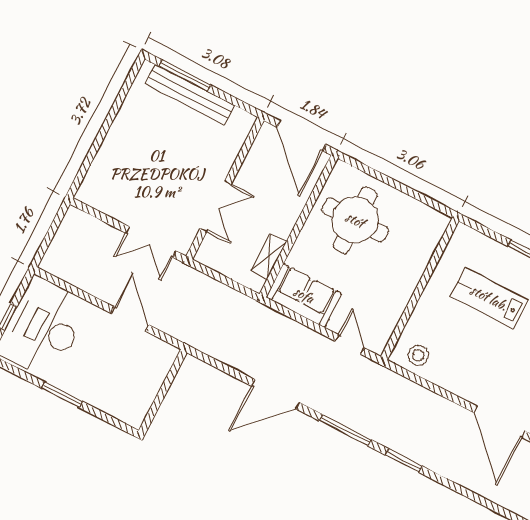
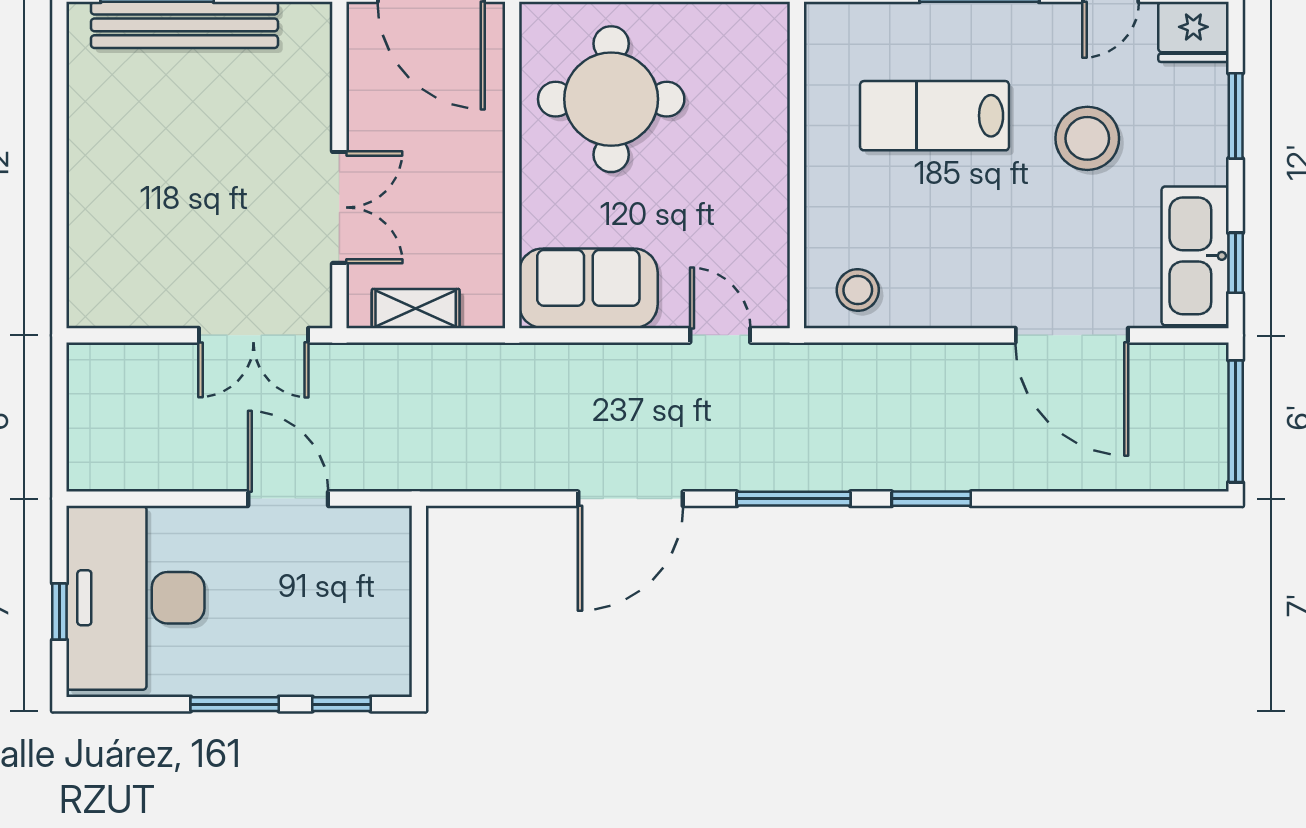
shelving: (269, 256) -> (416, 309), moved, turned 90
window: (107, 418) -> (341, 704), added

